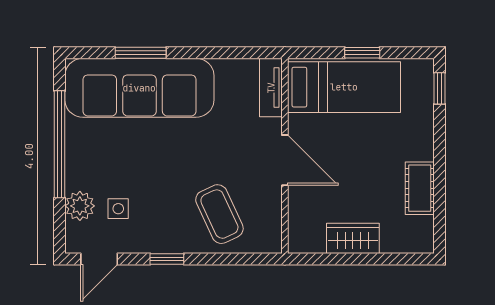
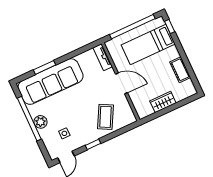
window: (362, 53) -> (132, 27), width x3.17
bed: (344, 87) -> (148, 45), moved, turned 180
plant: (80, 206) -> (41, 122), moved
coffee table: (219, 214) -> (106, 117), turned 53

